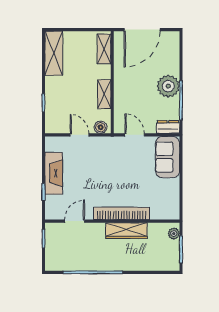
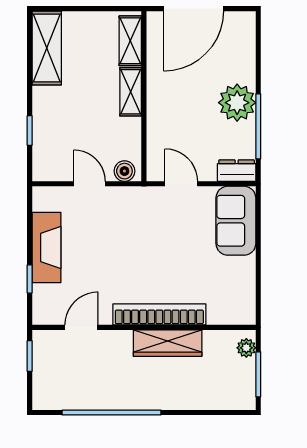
shelving: (104, 94) -> (131, 92), moved

